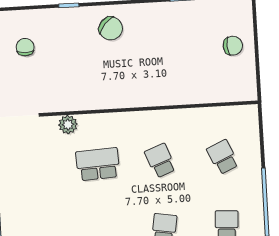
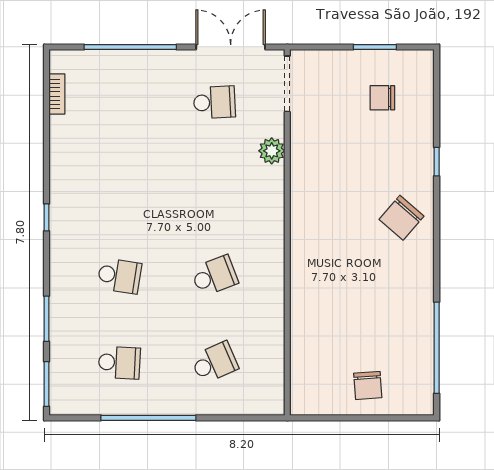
chair: (25, 47) -> (382, 98), turned 180
school desk: (98, 164) -> (214, 102), moved, width x0.54

